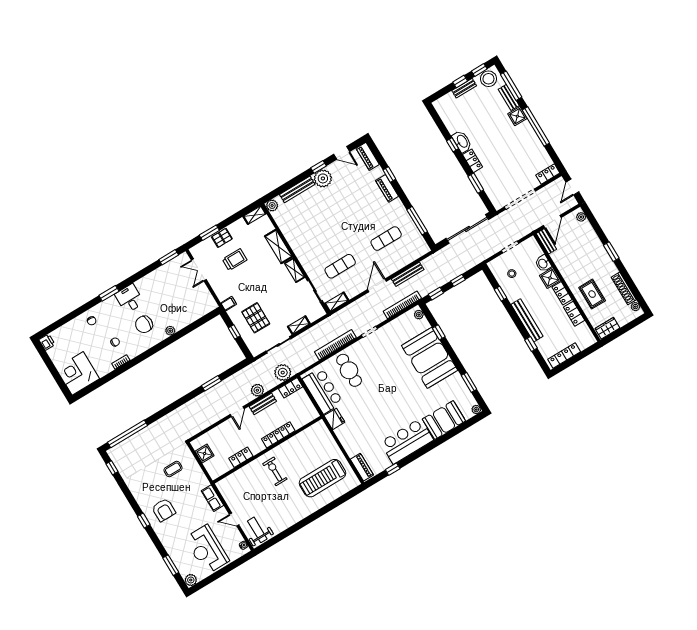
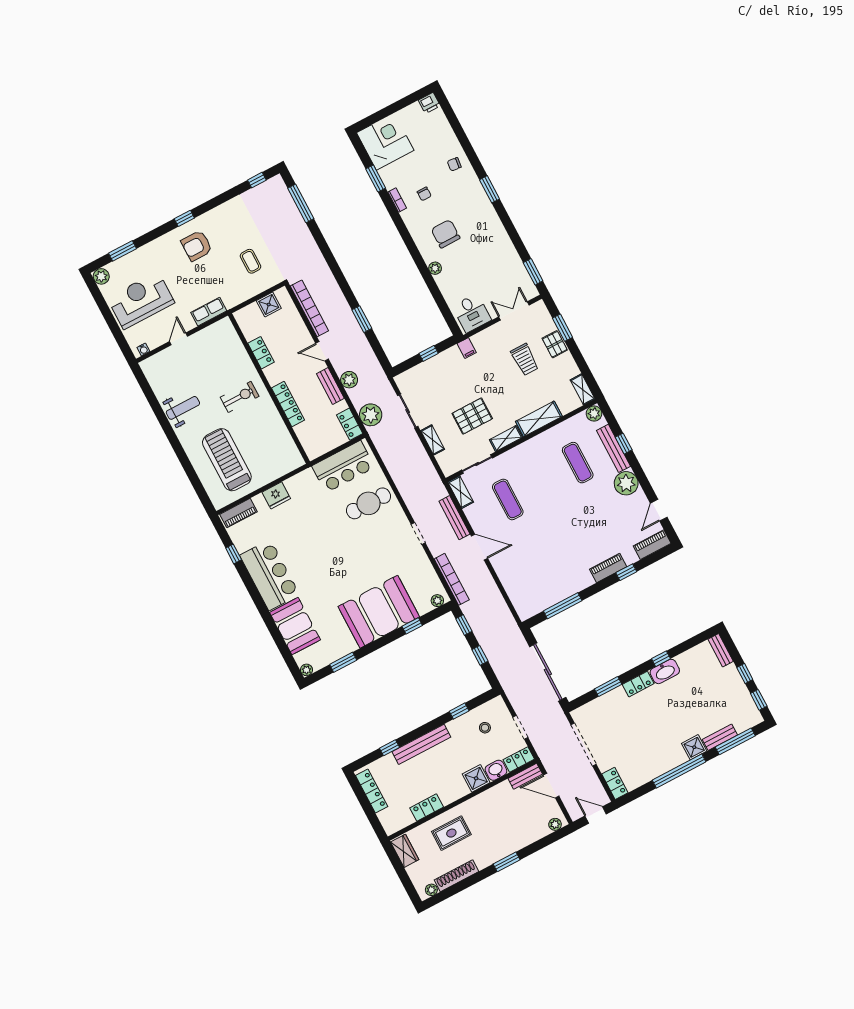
stool: (488, 79) -> (746, 712), removed
bench: (464, 88) -> (721, 650), moved
window: (318, 167) -> (624, 444), moved
exercise mat: (386, 239) -> (578, 463), moved
bench: (408, 274) -> (454, 518), moved
locker: (562, 293) -> (519, 759), moved
desk: (129, 299) -> (472, 313), moved, turned 90
pallet: (256, 318) -> (472, 416), moved
bookcase: (335, 345) -> (309, 308), moved
window: (106, 379) -> (376, 178), added
fridge: (334, 419) -> (276, 495), moved
window: (128, 434) -> (301, 203), width x0.68
weight bench: (257, 530) -> (183, 408), moved

